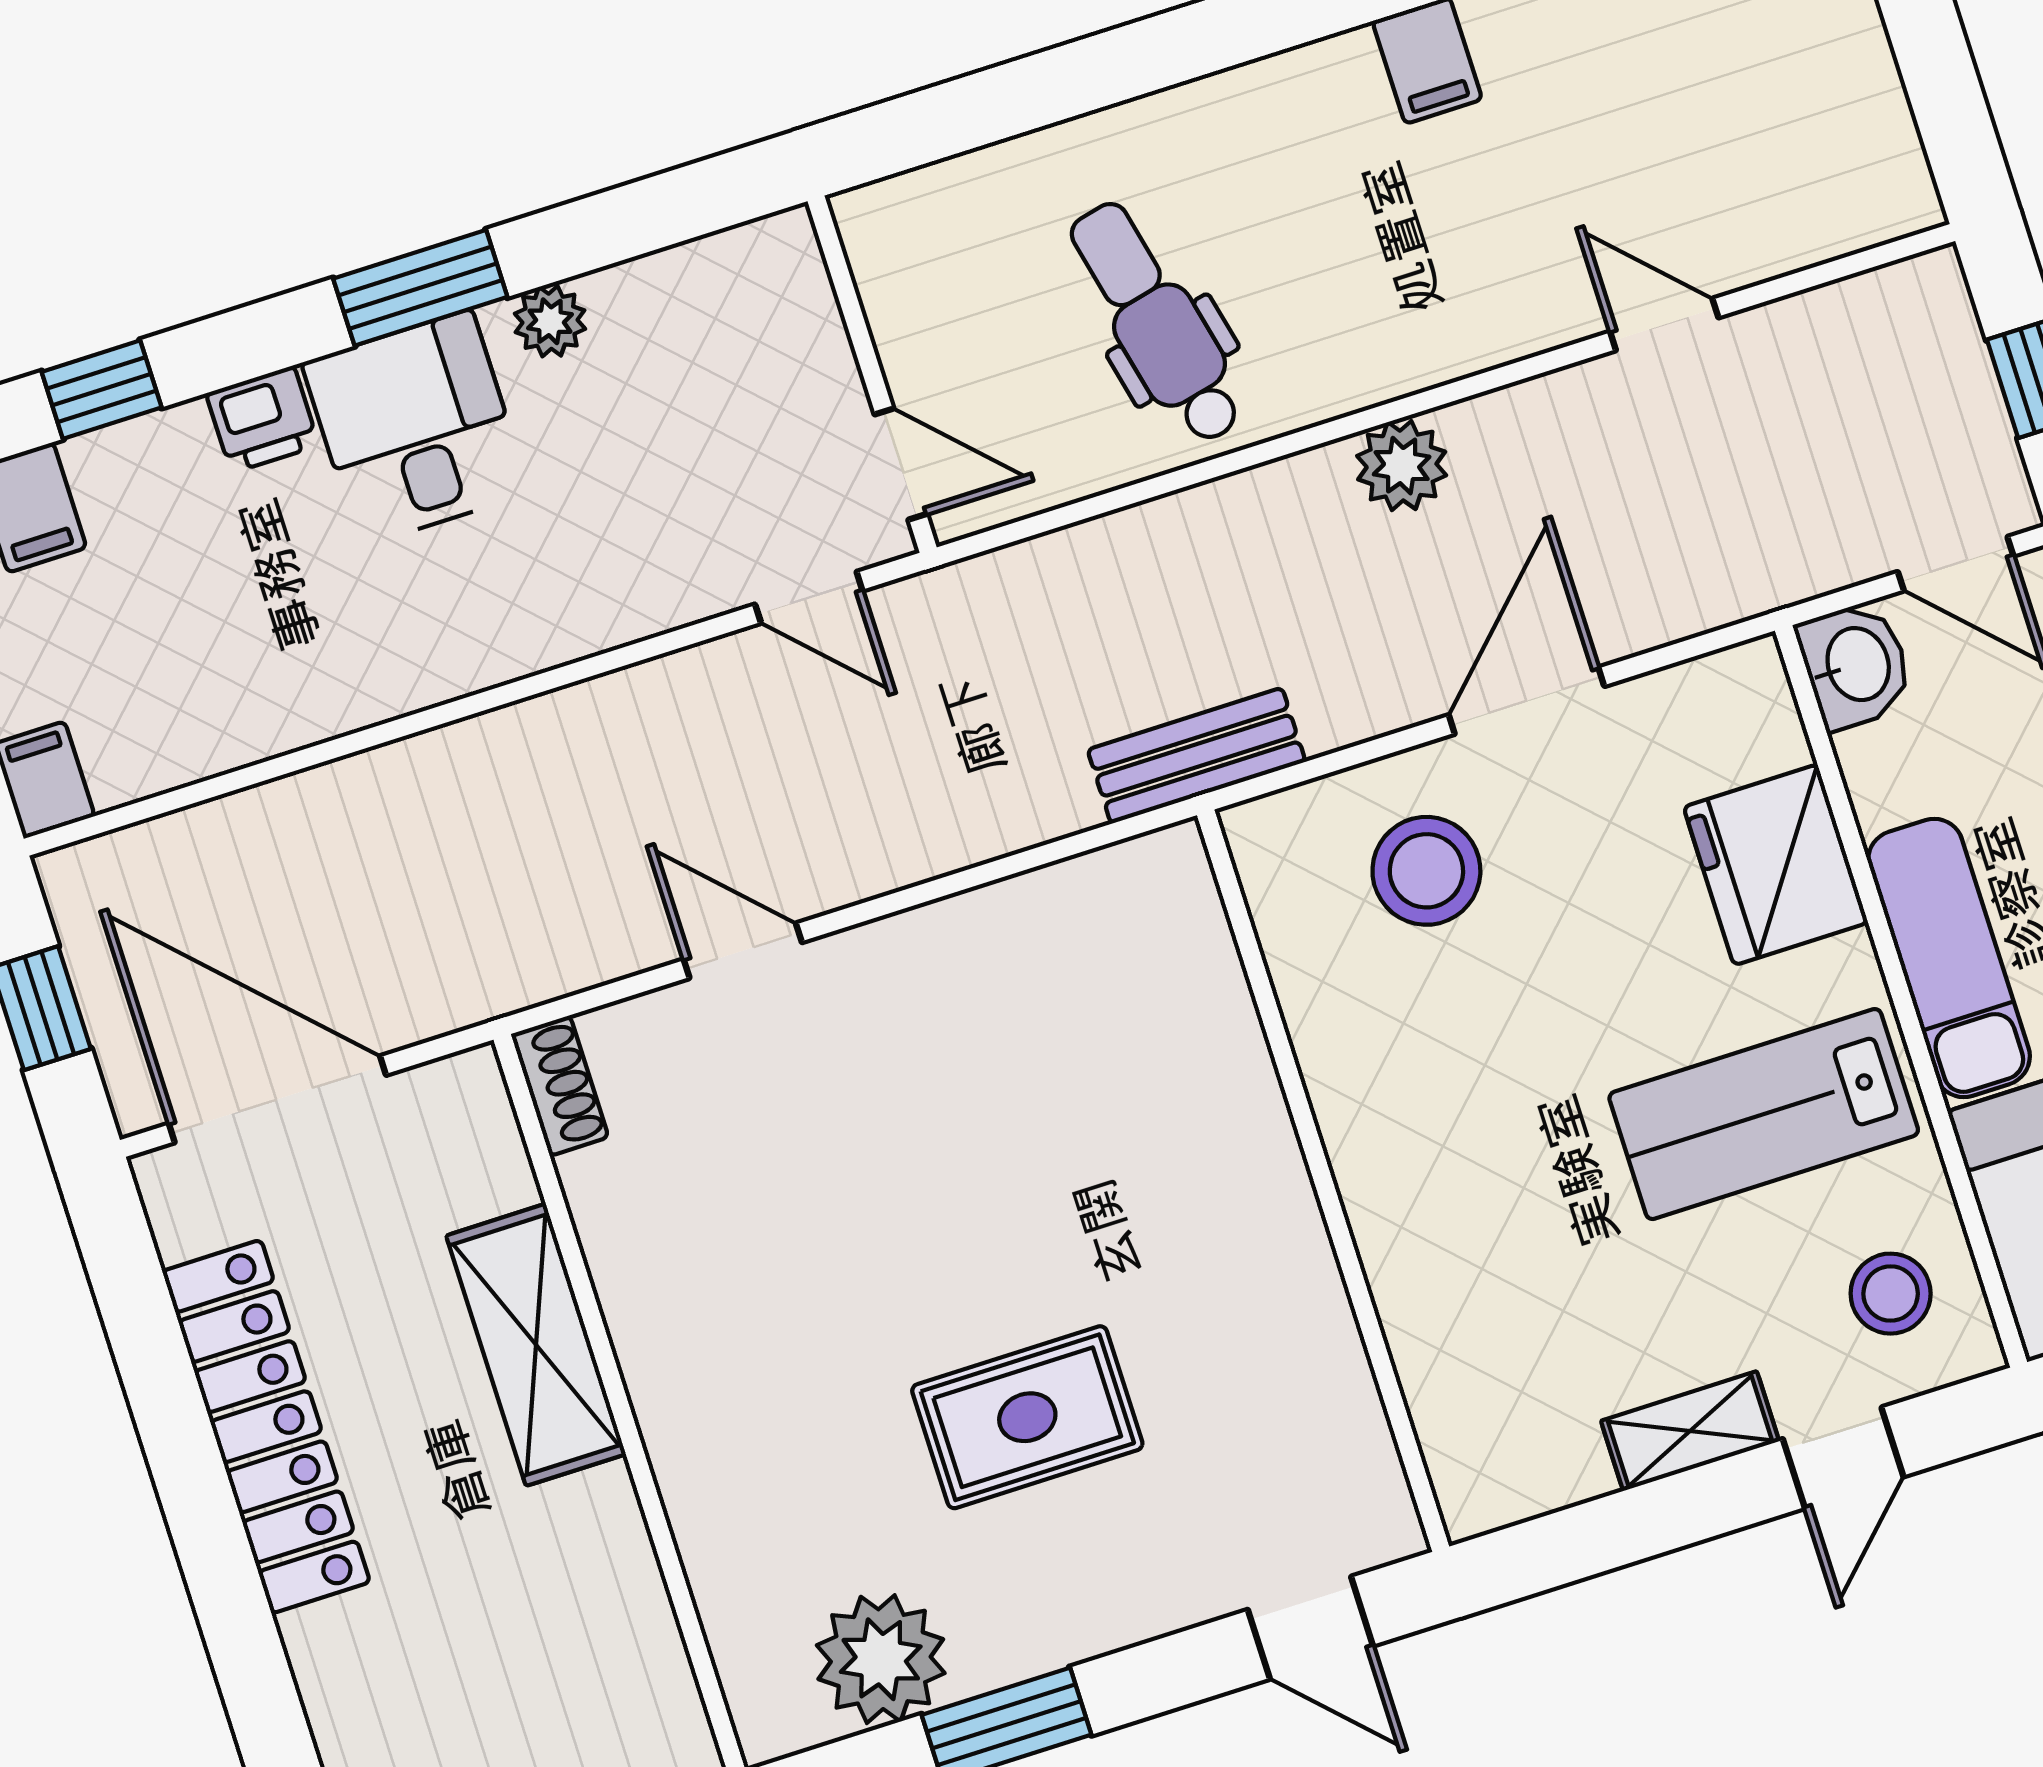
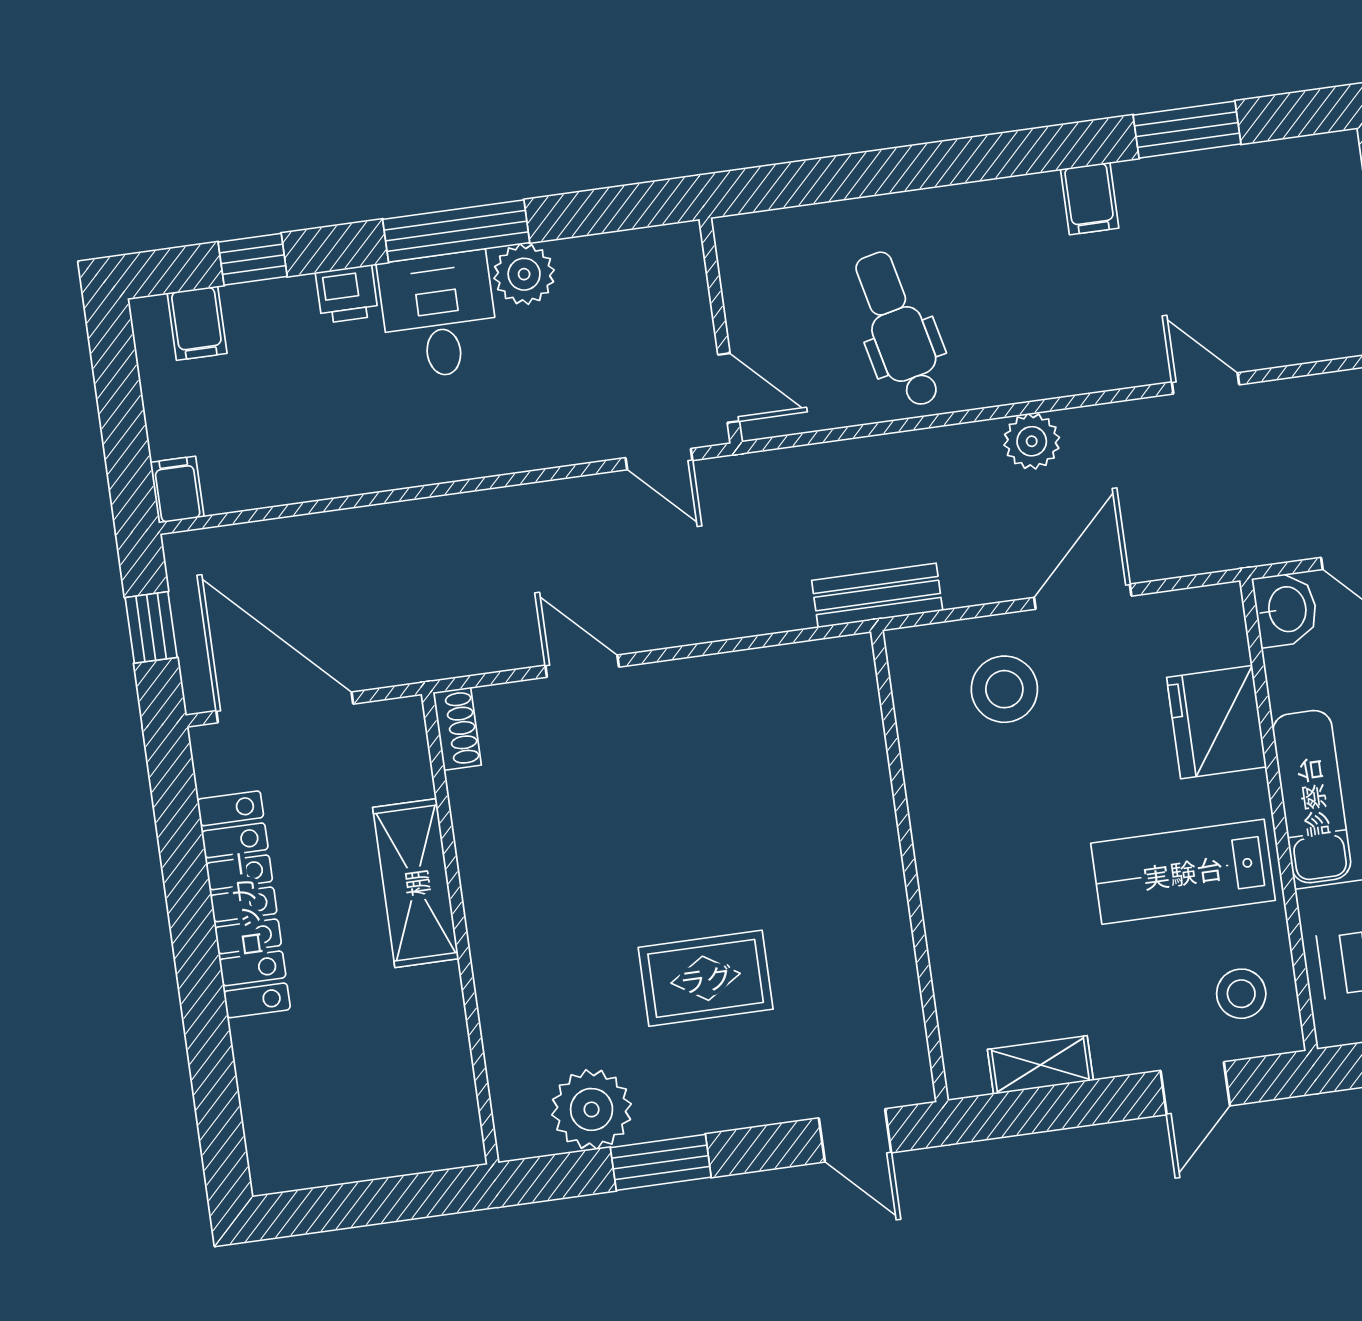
window: (420, 288) -> (456, 231), width x1.44
plant: (550, 321) -> (524, 274), width x1.38, depth x1.38
shelving: (1690, 1431) -> (1040, 1065), moved

